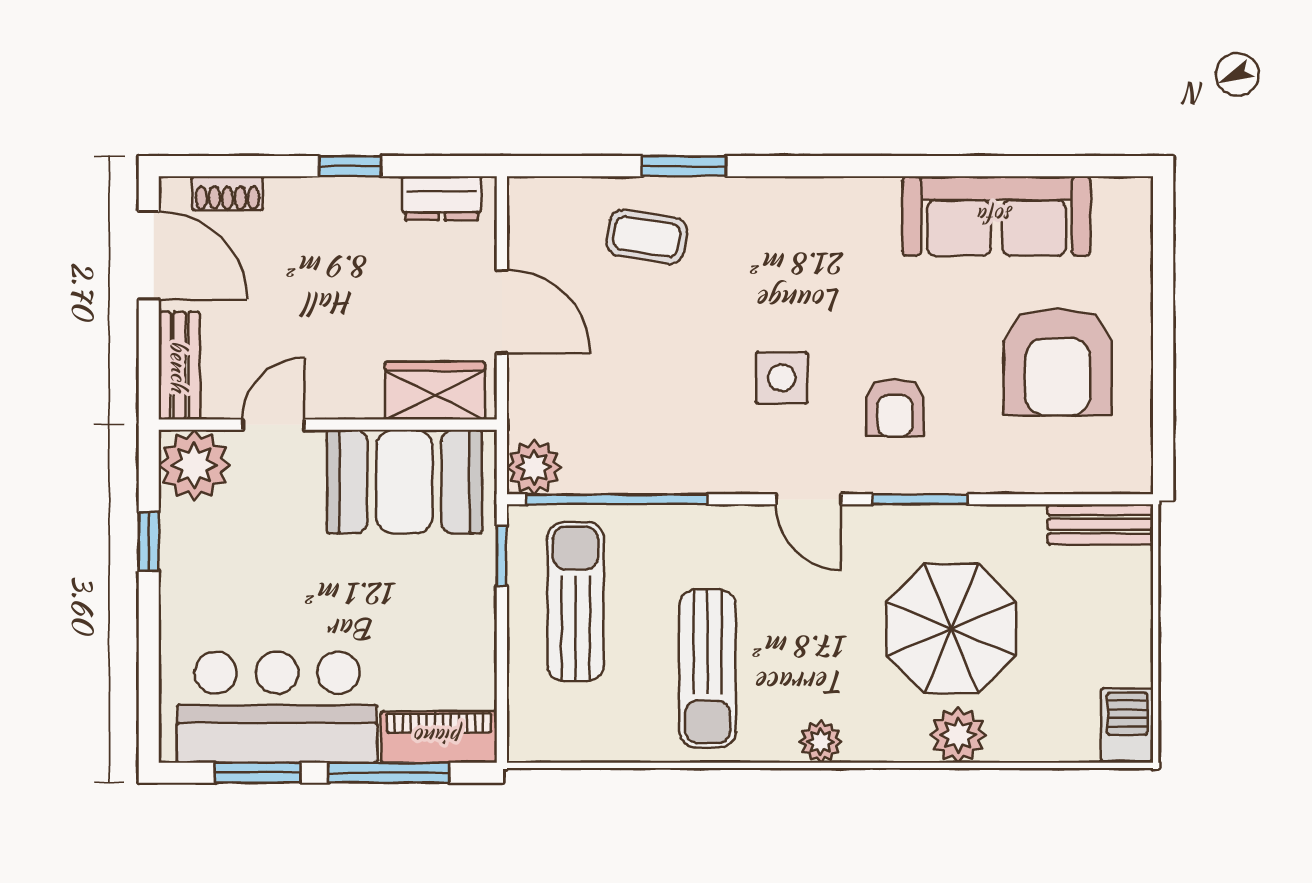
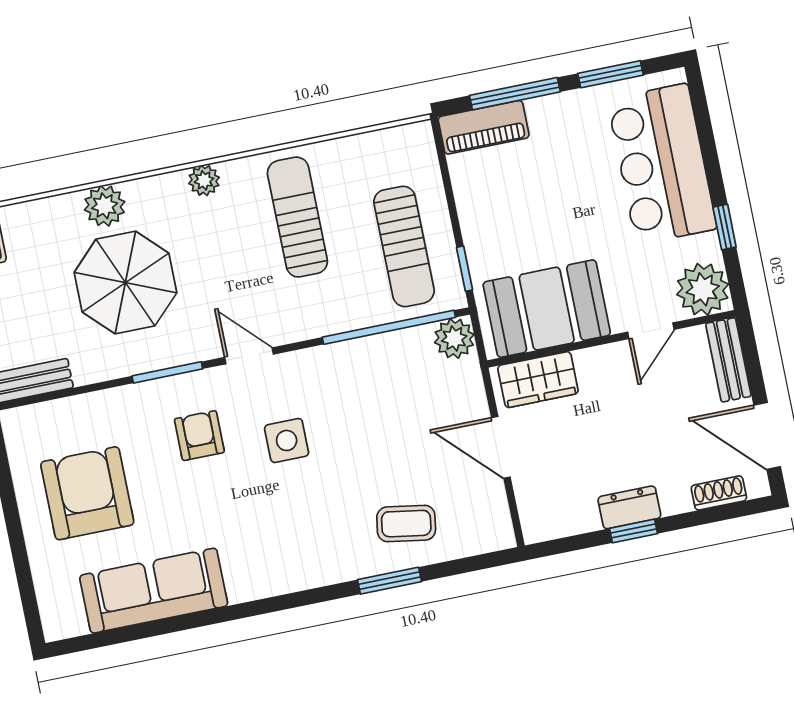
dresser: (442, 198) -> (629, 507), moved
bar counter: (277, 707) -> (662, 164), moved, turned 90

